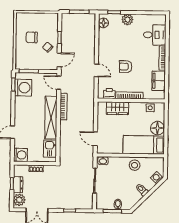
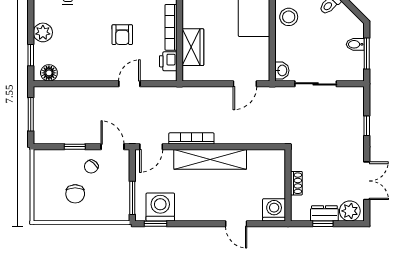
kitchen sink: (50, 149) -> (263, 160), removed

